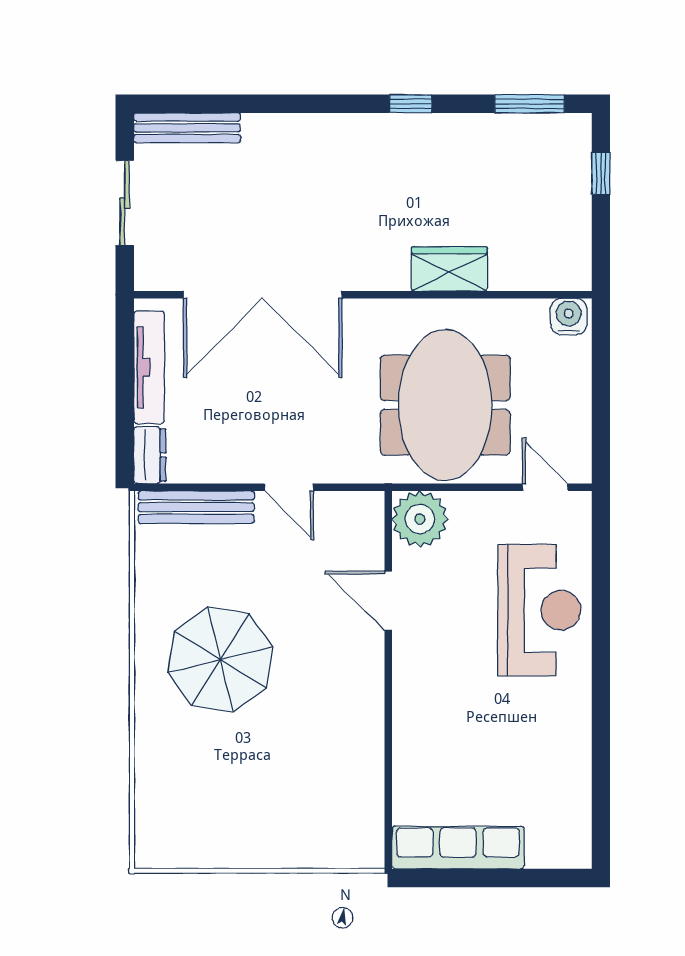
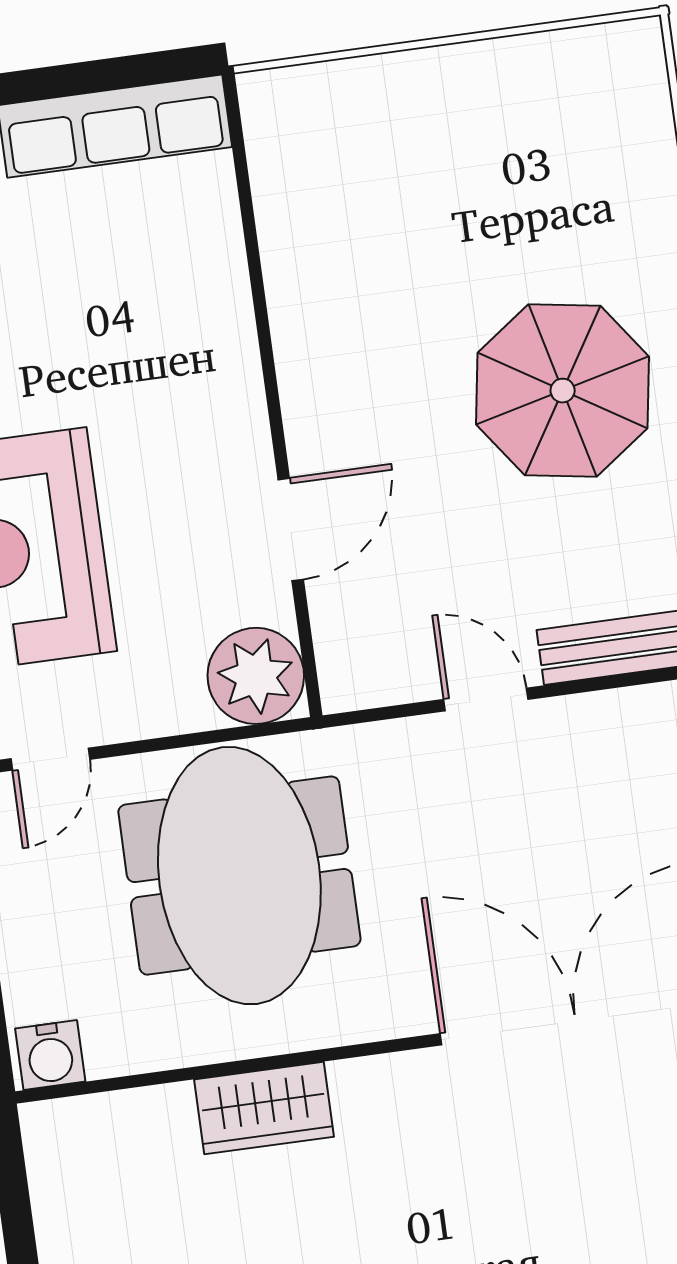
door: (545, 487) -> (50, 759), hinge flipped
door: (388, 601) -> (291, 529), hinge flipped

